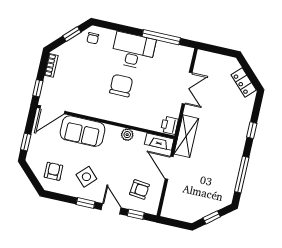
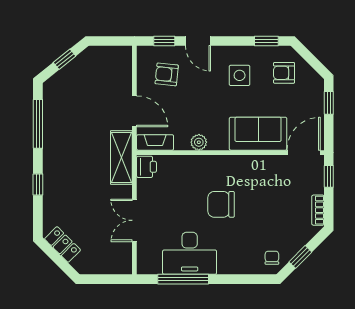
desk: (133, 51) -> (190, 253), moved
chair: (121, 86) -> (221, 204), turned 90
armchair: (53, 171) -> (284, 73), turned 90
side table: (86, 177) -> (240, 75), turned 45
window: (86, 203) -> (266, 41), moved

